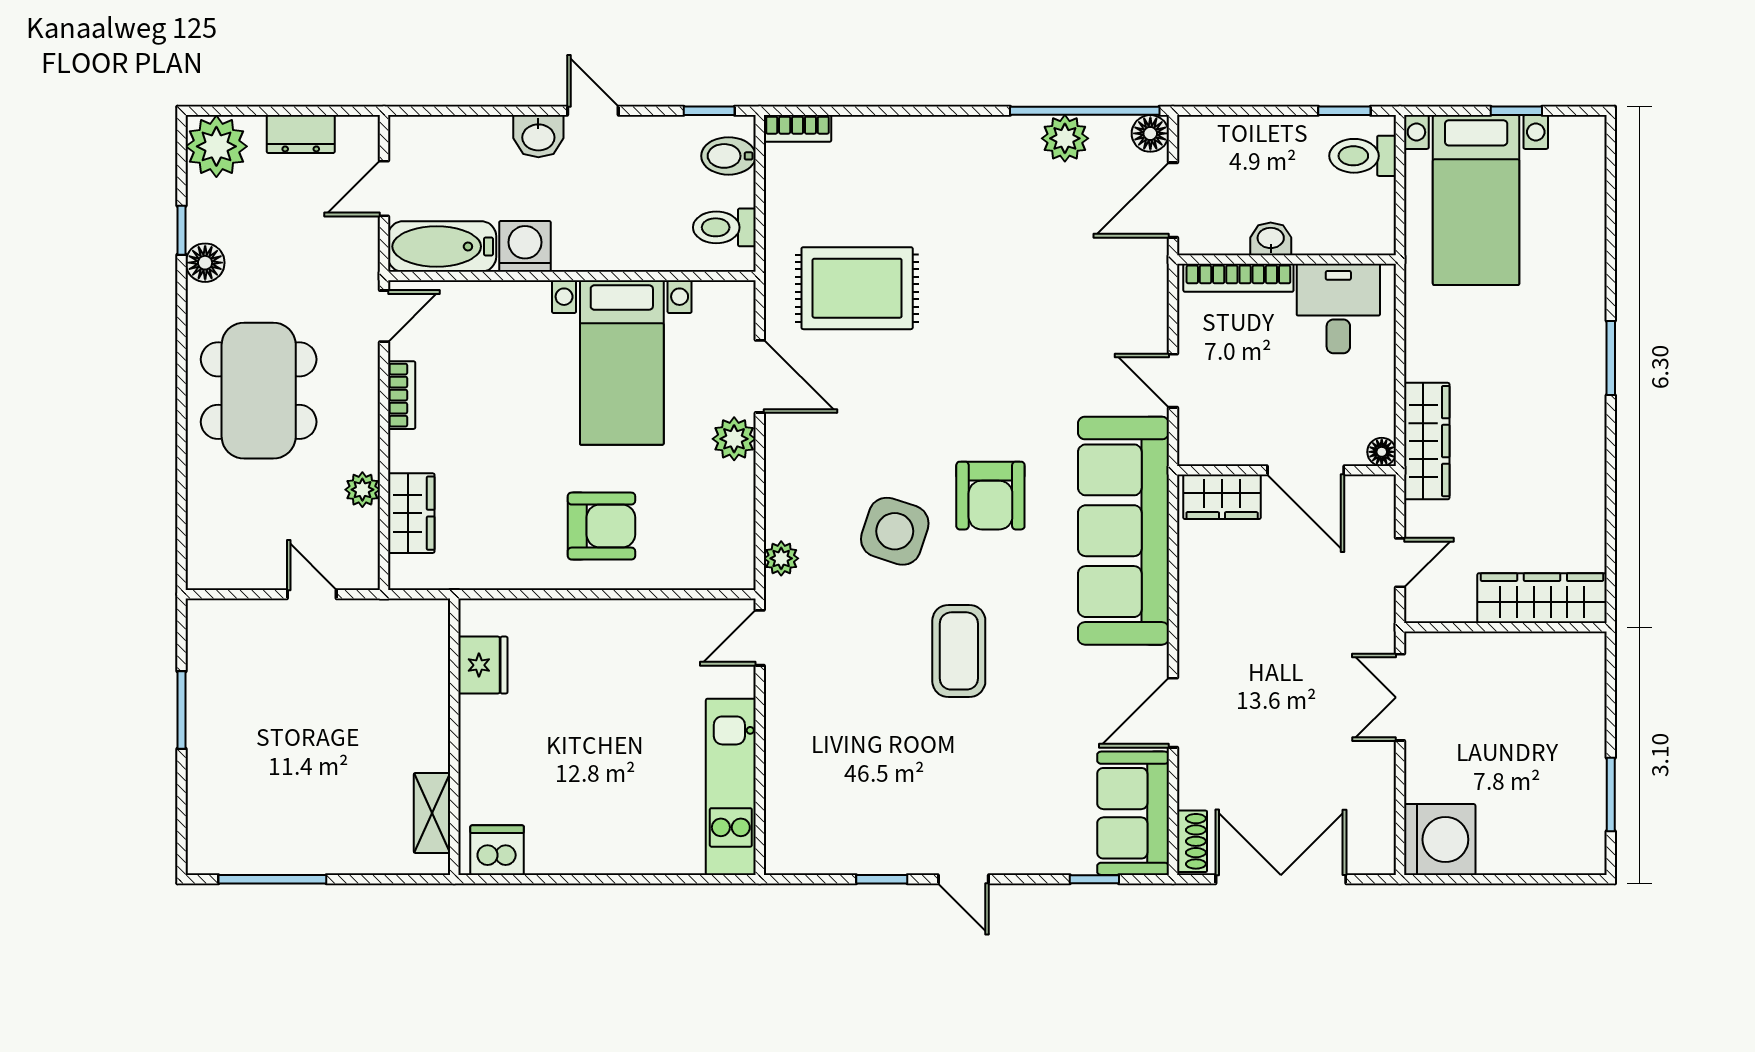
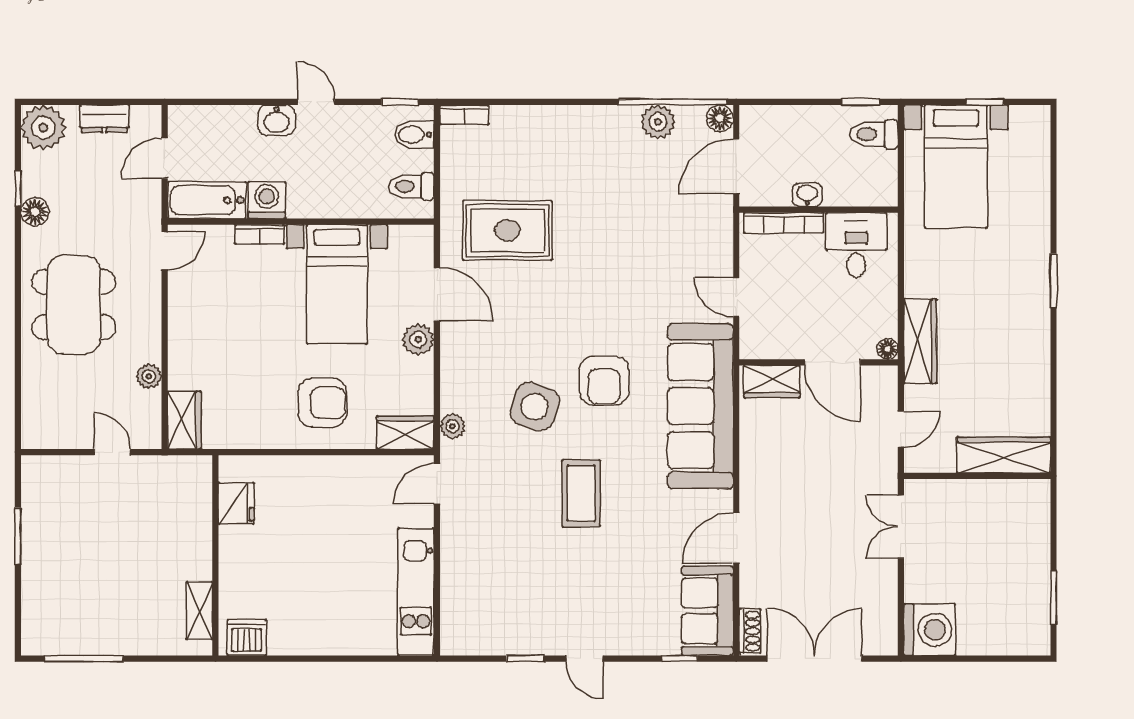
bookcase: (402, 395) -> (260, 234), moved, turned 90
wardrobe: (411, 513) -> (184, 420), moved
wardrobe: (716, 567) -> (405, 432), added

